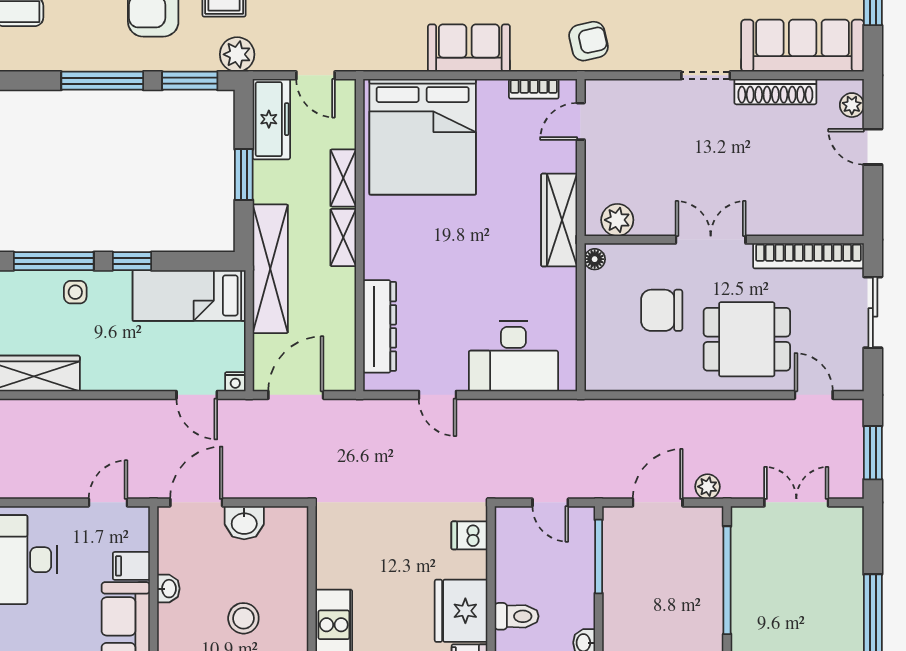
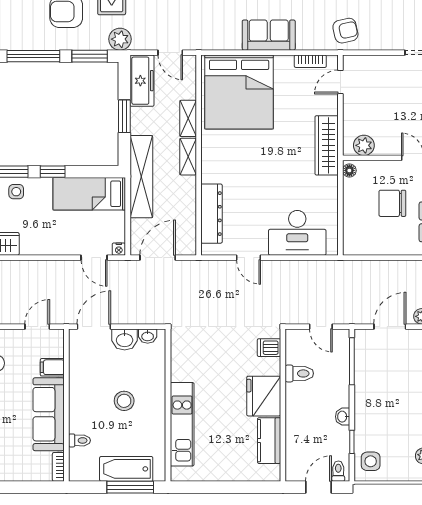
washbasin: (168, 589) -> (148, 336), moved, turned 90
toilet: (517, 616) -> (299, 373), moved

